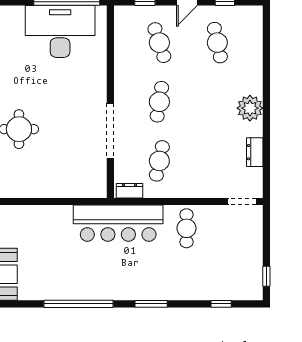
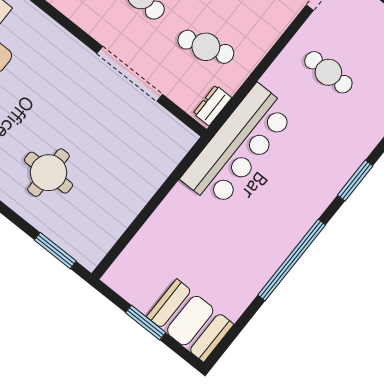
cafe table: (159, 161) -> (206, 47), turned -30
cafe table: (186, 228) -> (328, 72), moved

